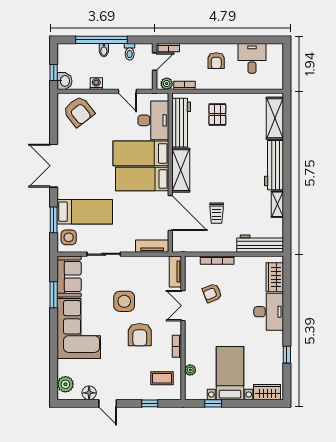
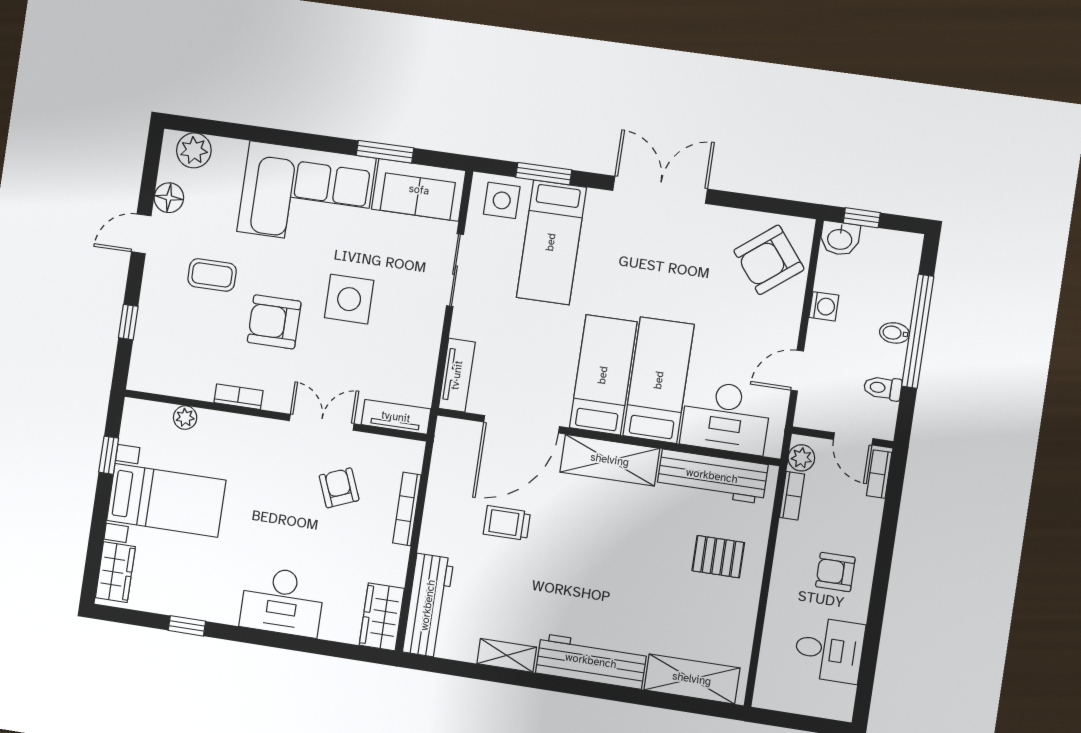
wardrobe: (275, 277) -> (382, 617), moved, turned -90
coffee table: (162, 378) -> (212, 275), moved, turned 90

